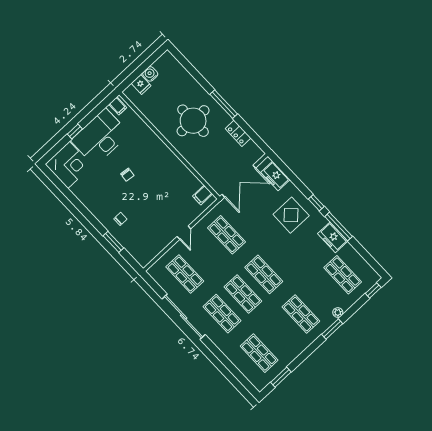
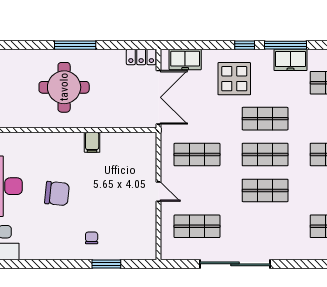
locker: (238, 133) -> (141, 57), moved
chair: (127, 175) -> (57, 194), width x1.87, depth x1.87
filing cabinet: (203, 195) -> (92, 142), moved
shop shelf: (222, 314) -> (265, 119), moved

